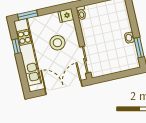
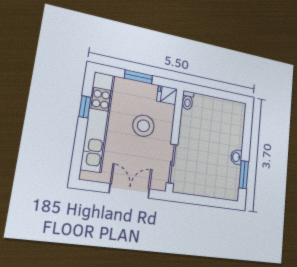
window: (28, 15) -> (138, 77), moved
double door: (63, 87) -> (130, 191), width x0.73

